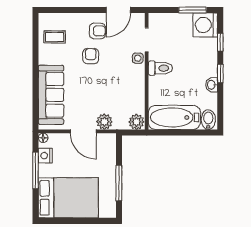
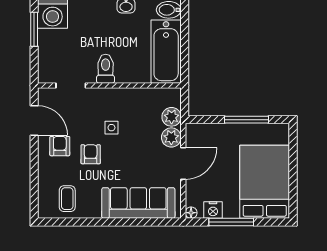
armchair: (91, 56) -> (91, 154), turned 90
side table: (138, 58) -> (111, 128), moved
plant: (136, 122) -> (172, 117), moved

